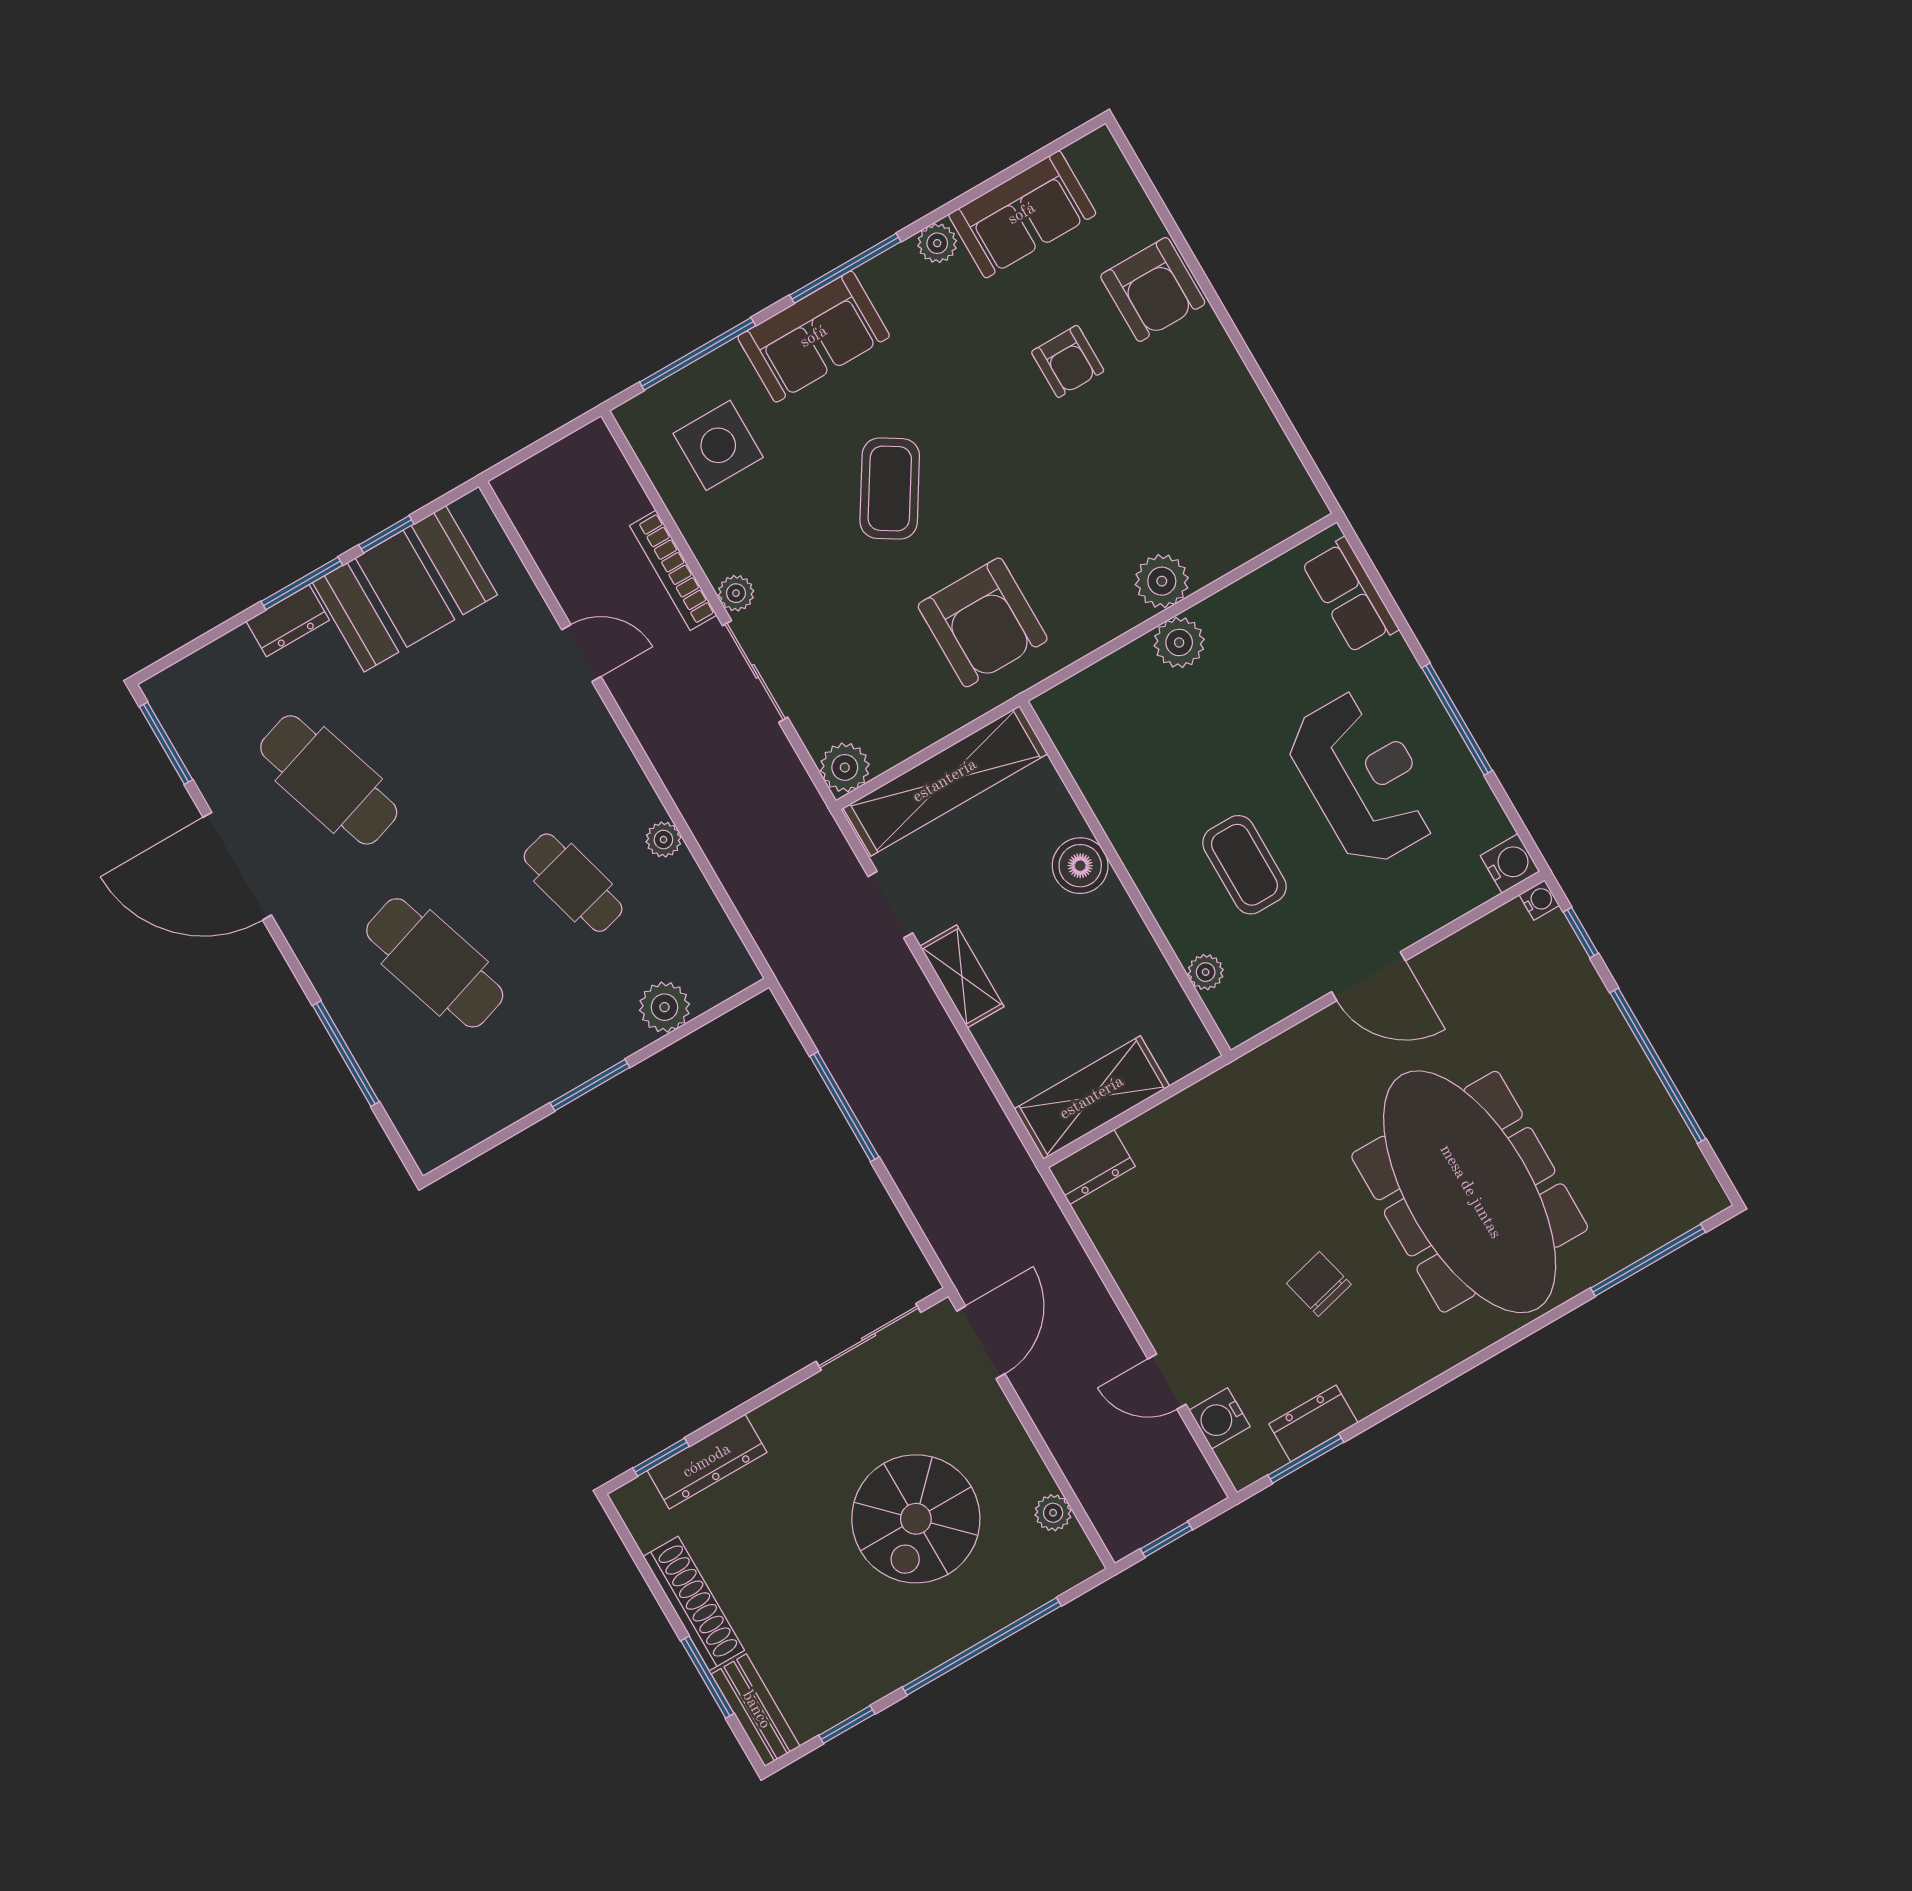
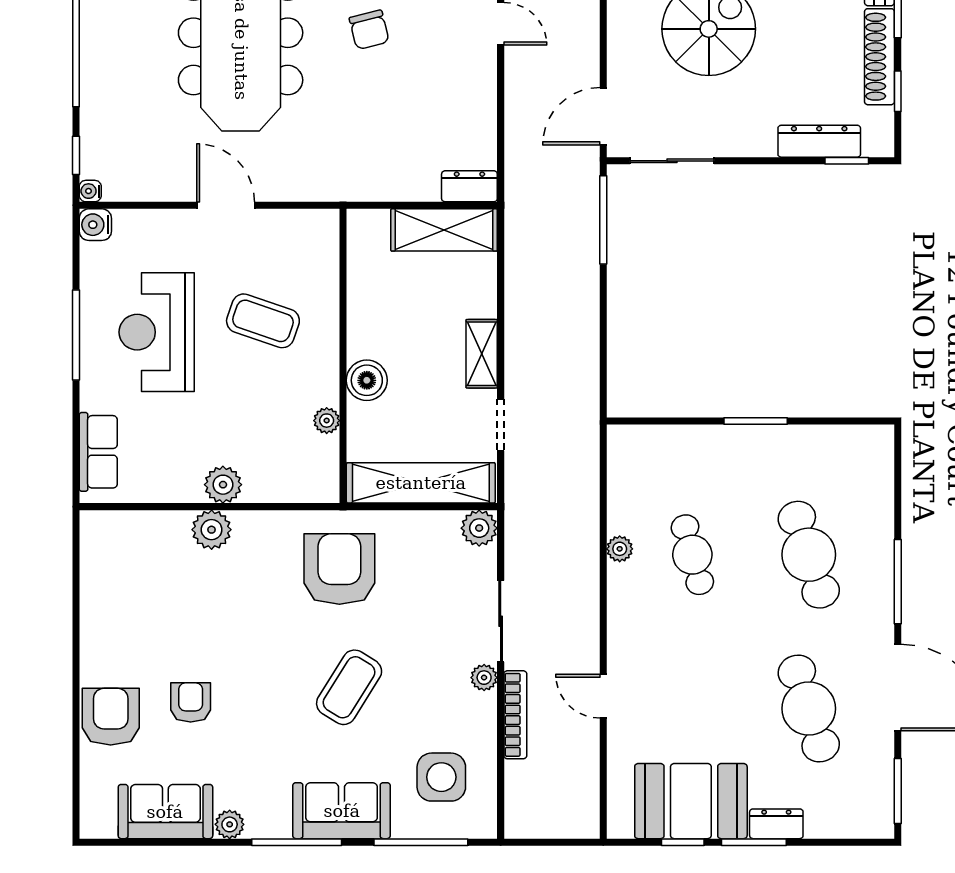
coffee table: (1244, 865) -> (263, 321), turned -71
plant: (1206, 972) -> (327, 421), moved
plant: (664, 1007) -> (680, 443), removed
window: (346, 1054) -> (898, 582), moved
window: (844, 1107) -> (603, 220), moved
window: (648, 1575) -> (898, 91), added

